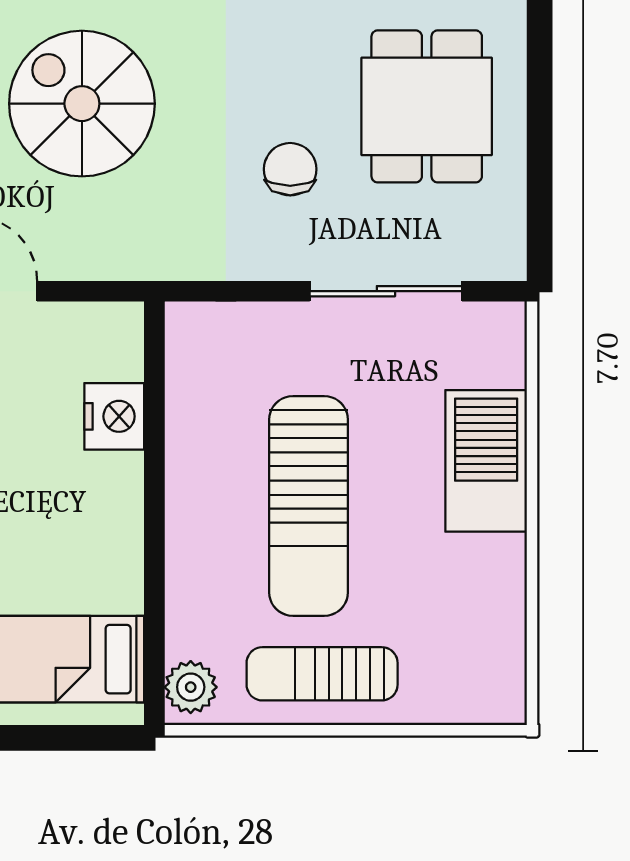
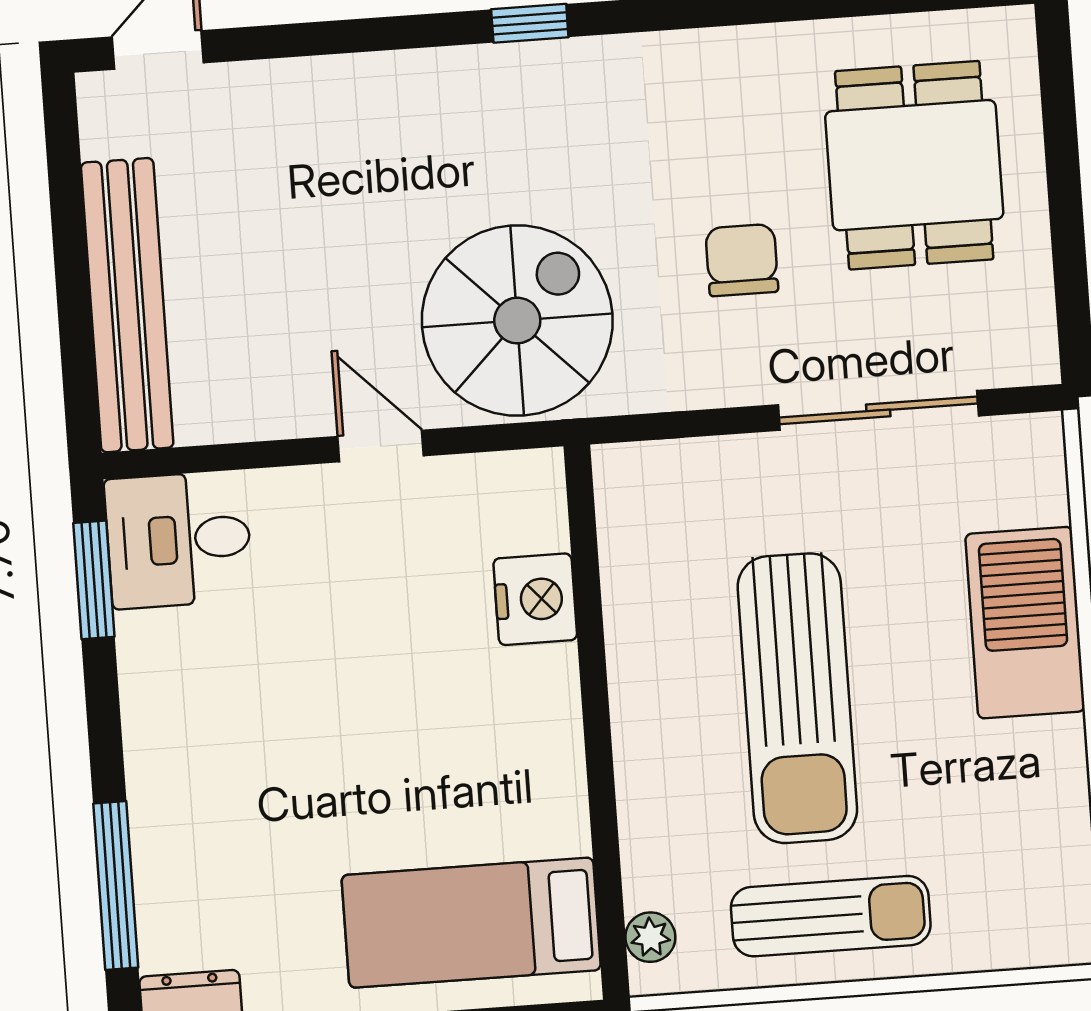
spiral stairs: (82, 104) -> (517, 321), moved, turned 90
sun lounger: (322, 674) -> (831, 916), turned 180
plant: (191, 687) -> (650, 937), width x0.73, depth x0.73

